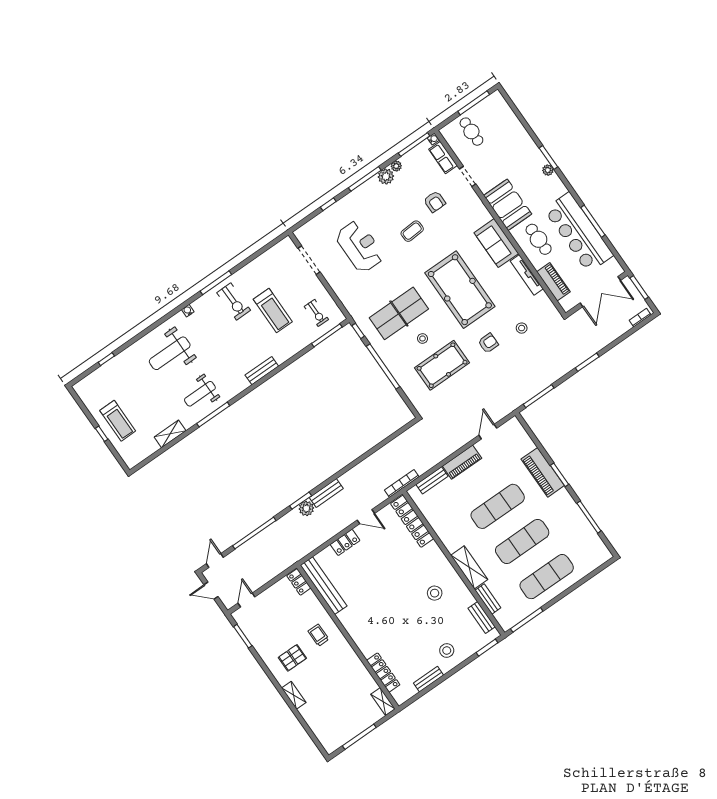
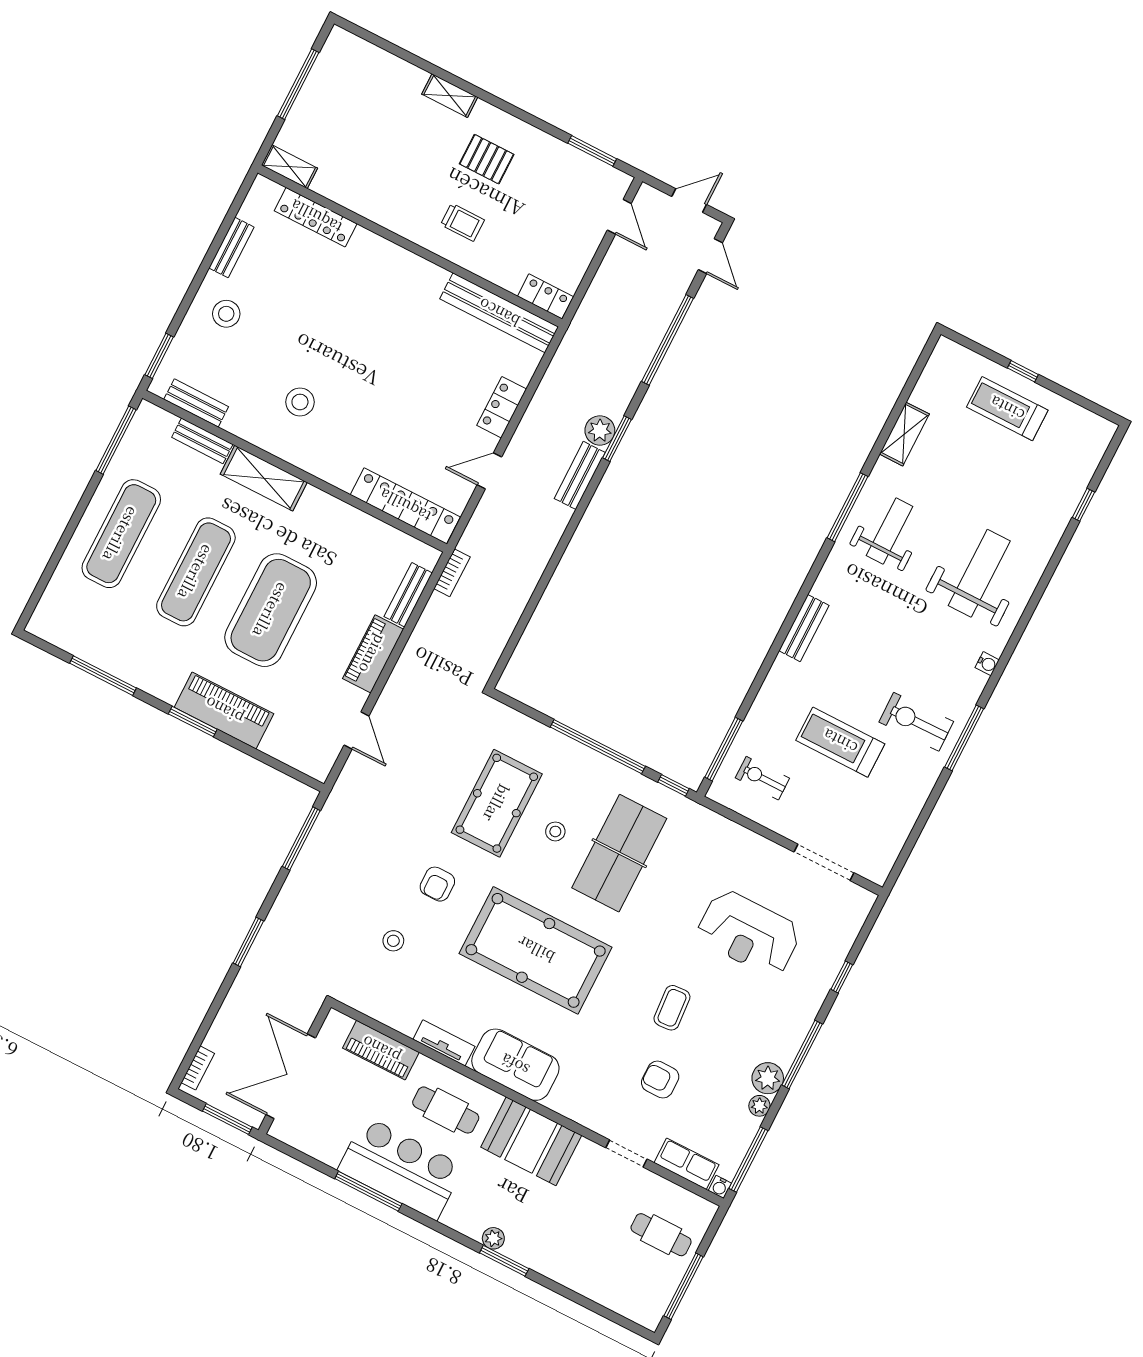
bar counter: (579, 232) -> (401, 1168), width x0.73
tv unit: (527, 275) -> (444, 1043), width x0.71
bookcase: (402, 483) -> (452, 573), width x0.64
exercise mat: (498, 506) -> (271, 610), width x1.47
pallet: (292, 658) -> (487, 159), turned 90

